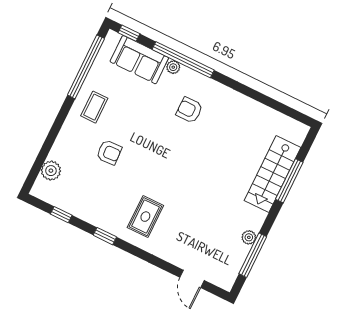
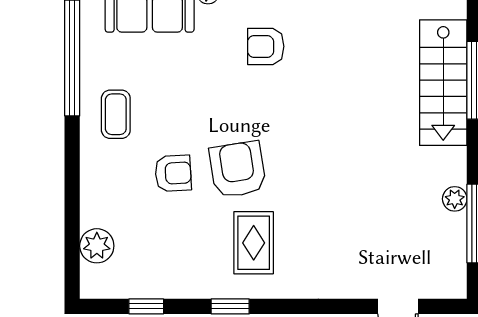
armchair: (144, 167) -> (238, 170), added
rug: (145, 217) -> (254, 243), moved

